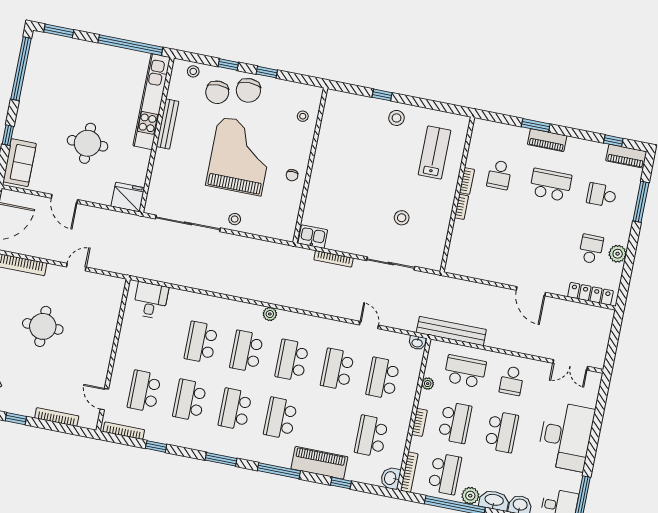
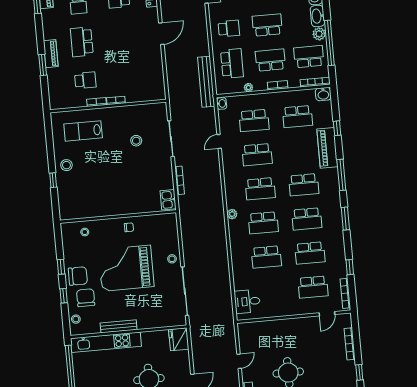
chair: (217, 92) -> (86, 298), turned -90
door: (76, 267) -> (239, 361), swing flipped
school desk: (465, 371) -> (232, 64), turned 180

